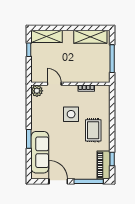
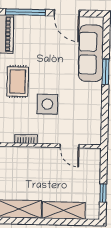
shelving: (47, 36) -> (64, 210), moved
plant: (37, 91) -> (93, 137), removed

